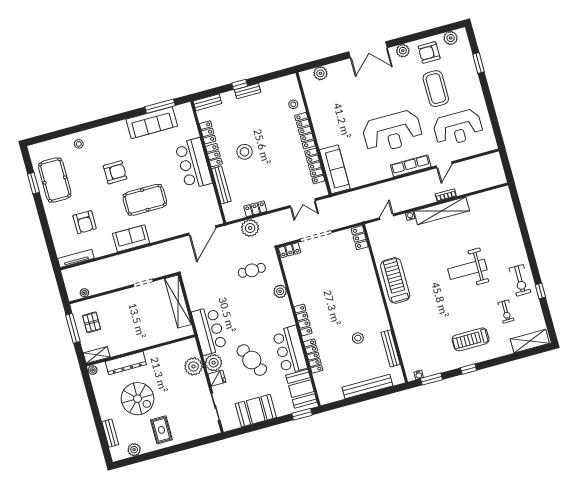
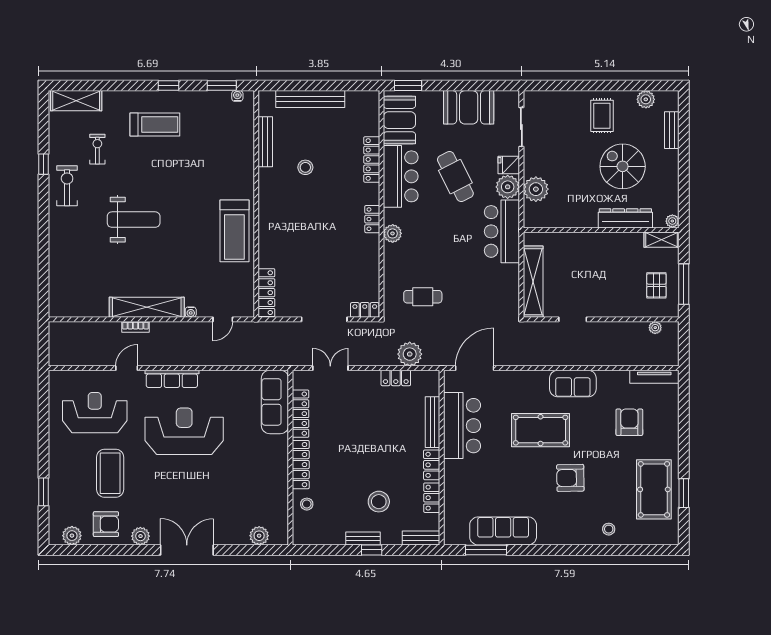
stool: (245, 152) -> (379, 502), moved
bar counter: (194, 164) -> (462, 426), moved
locker: (360, 238) -> (266, 293), width x1.53
plant: (280, 291) -> (393, 233), moved
locker: (303, 320) -> (372, 219), width x0.66

